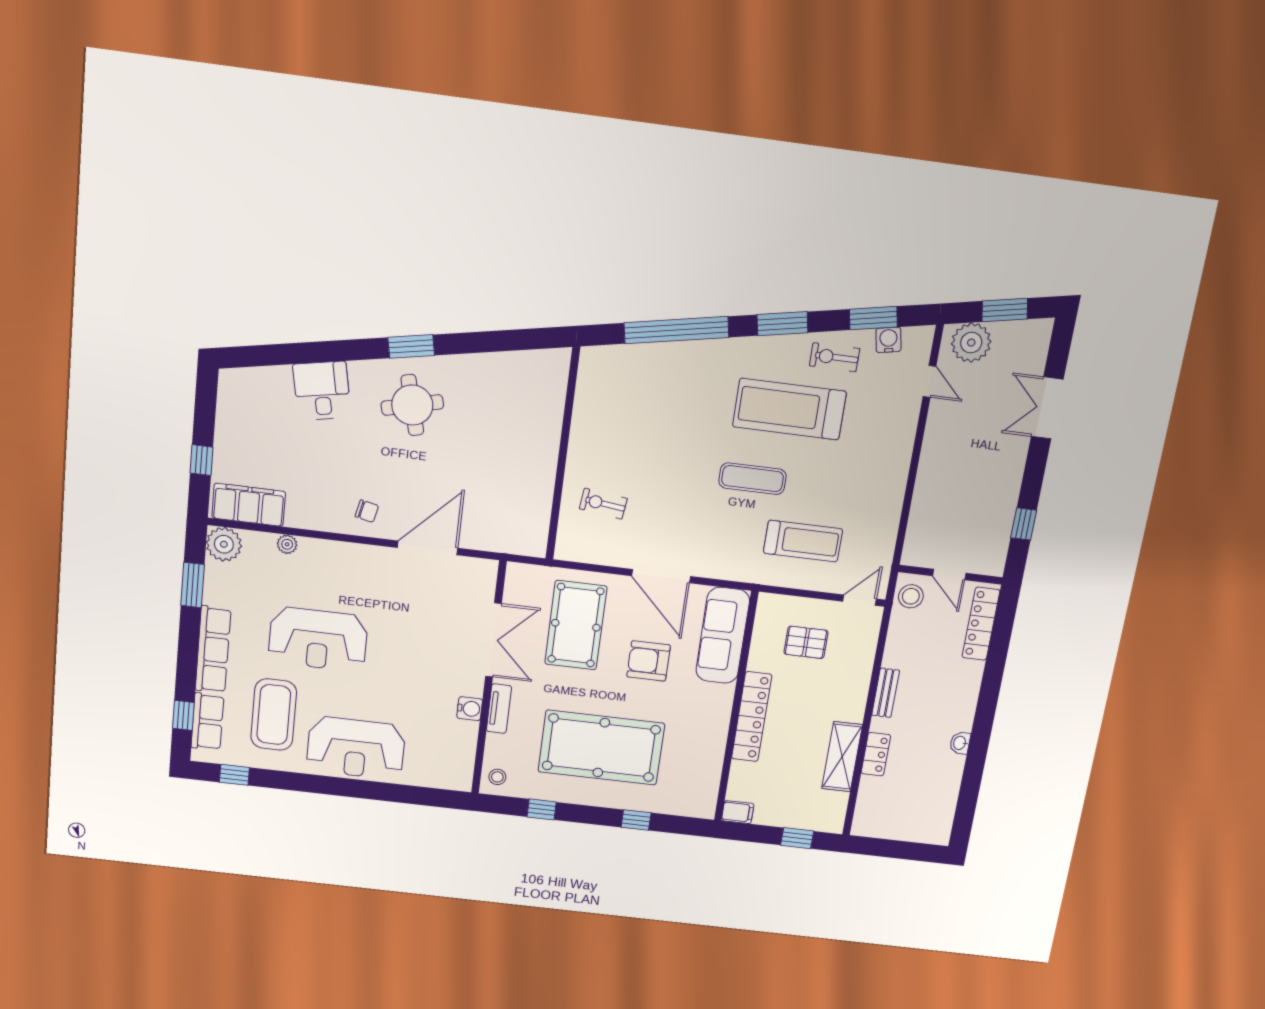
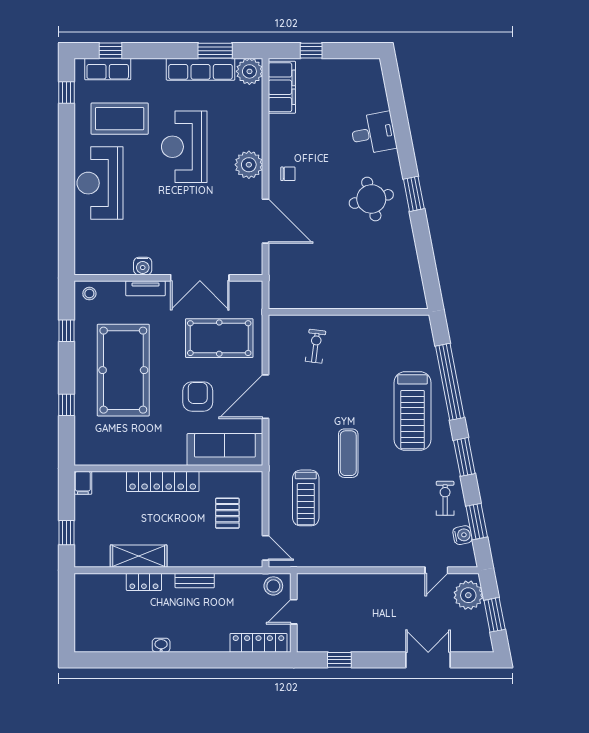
treadmill: (789, 409) -> (412, 411), moved, turned 180
chair: (367, 511) -> (288, 174), turned -102
plant: (287, 544) -> (249, 165), moved, width x1.88, depth x1.88
row of seats: (213, 650) -> (201, 69), moved

